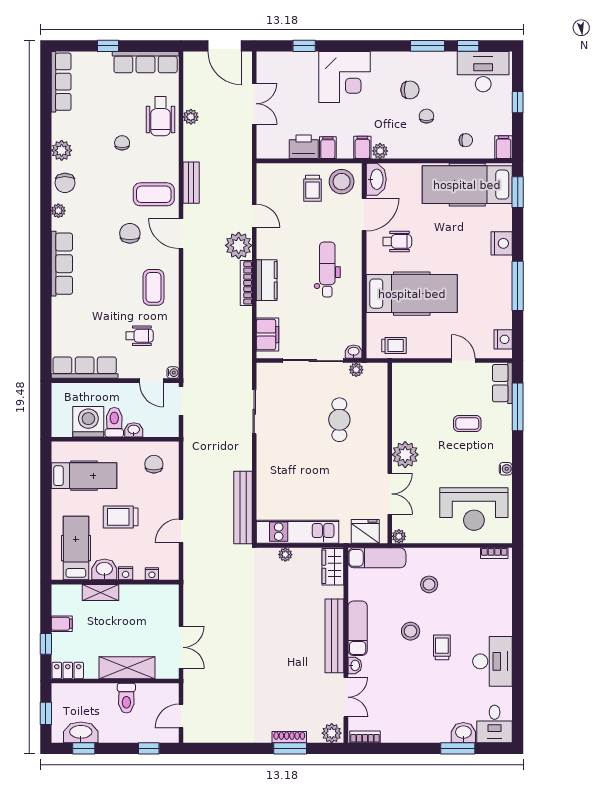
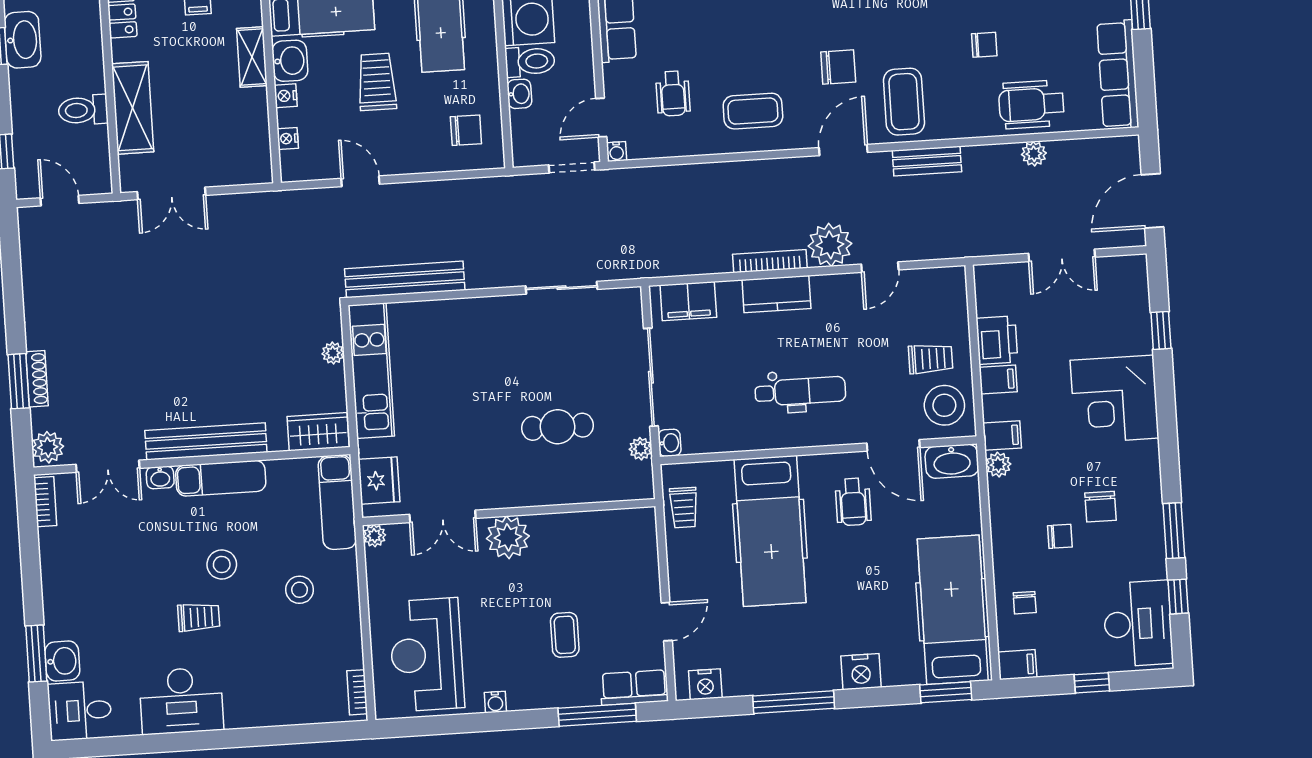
trolley: (312, 188) -> (931, 359), turned 180

